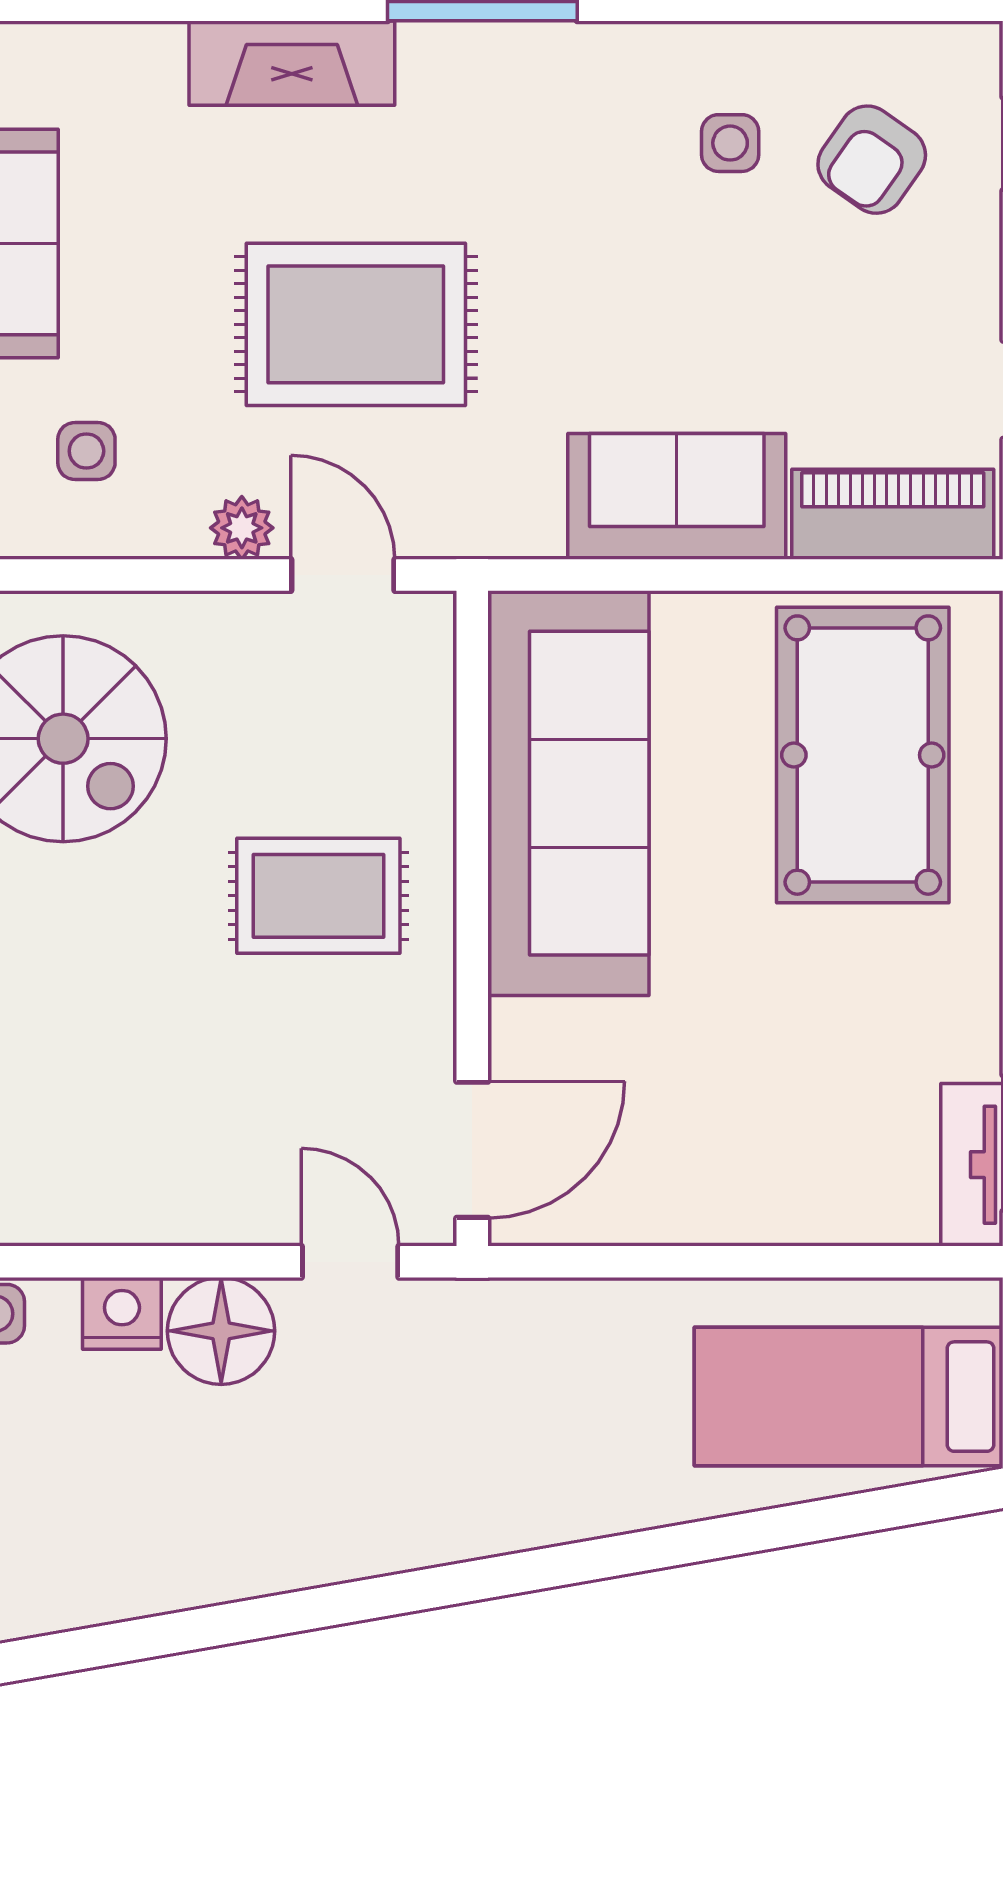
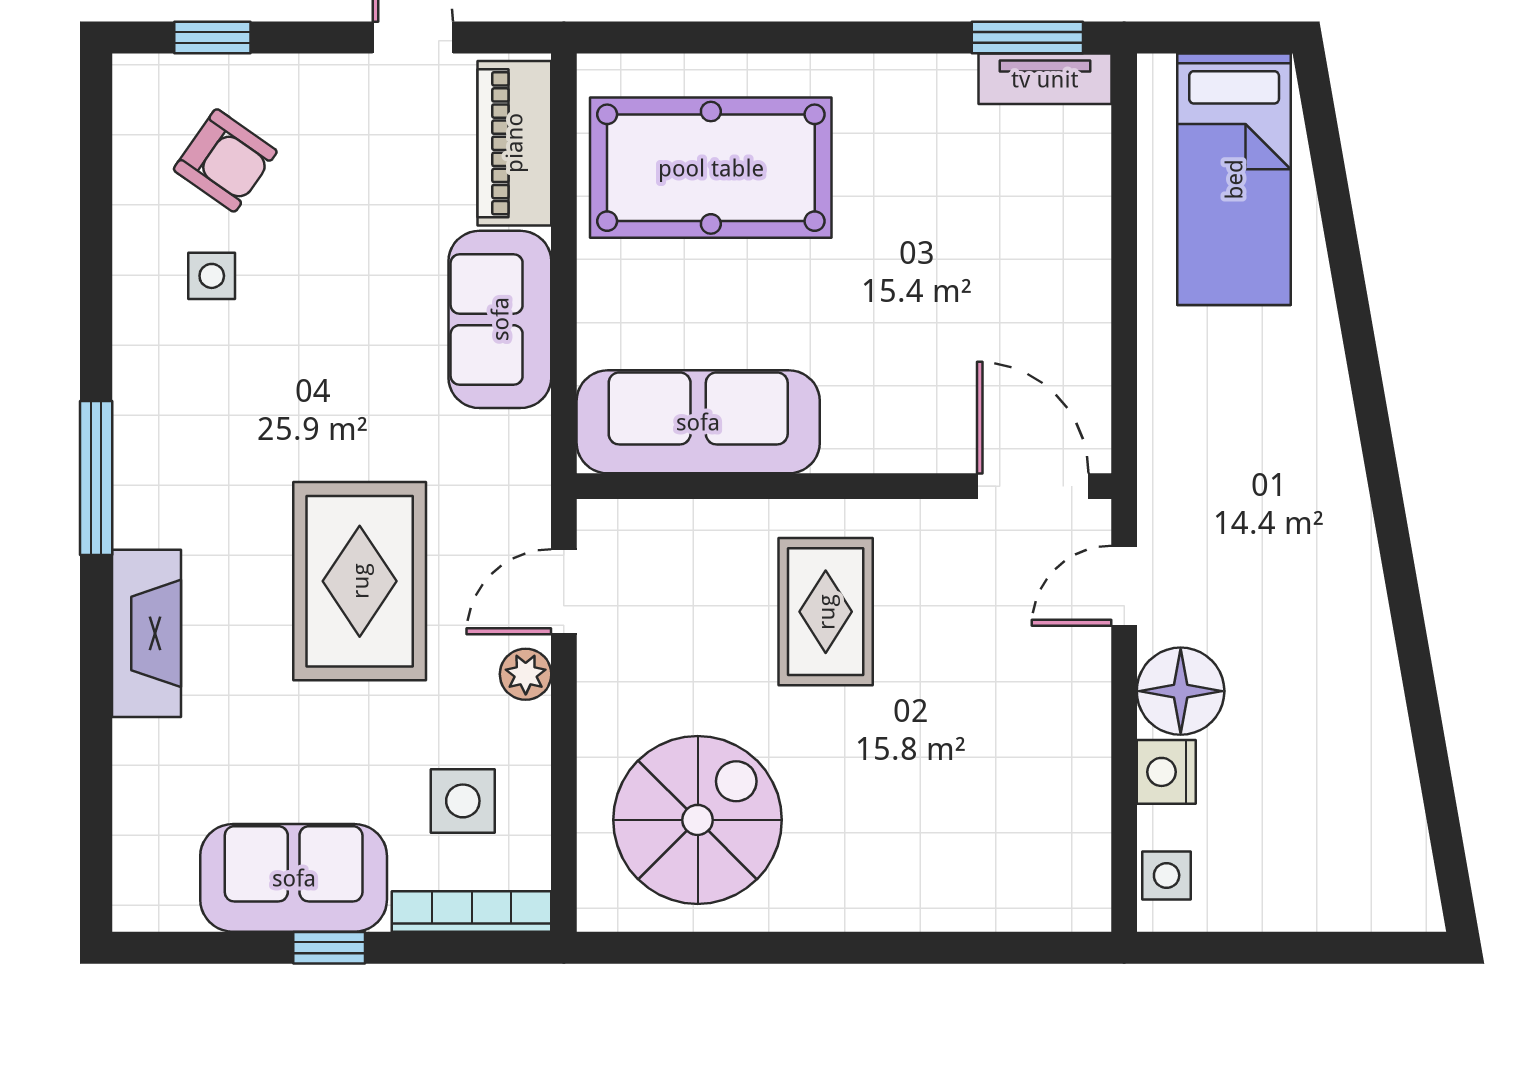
side table: (86, 451) -> (463, 801), width x1.37, depth x1.37
sofa: (568, 793) -> (698, 422), width x0.74, depth x0.79

